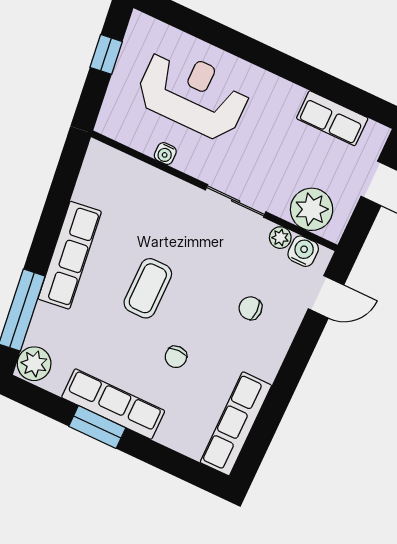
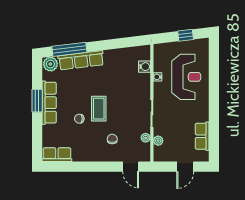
plant: (312, 209) -> (158, 141), width x0.53, depth x0.53
water cooler: (303, 251) -> (144, 67), moved
row of seats: (70, 255) -> (81, 60), moved
coffee table: (148, 288) -> (99, 109), moved, turned 90
row of seats: (236, 424) -> (57, 155), width x0.68

